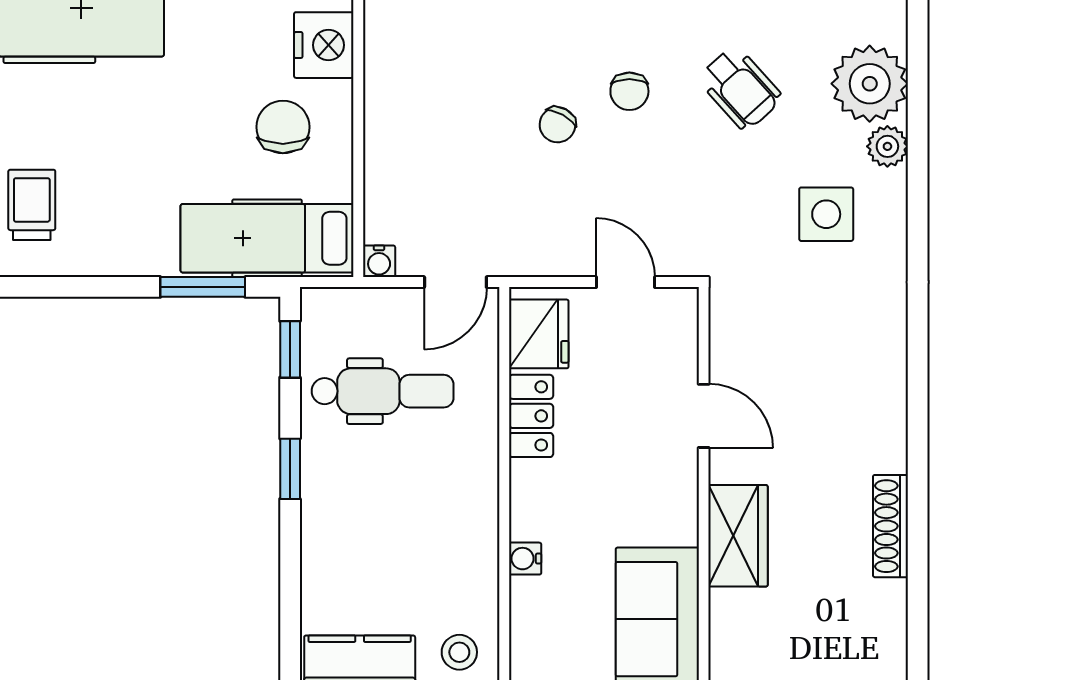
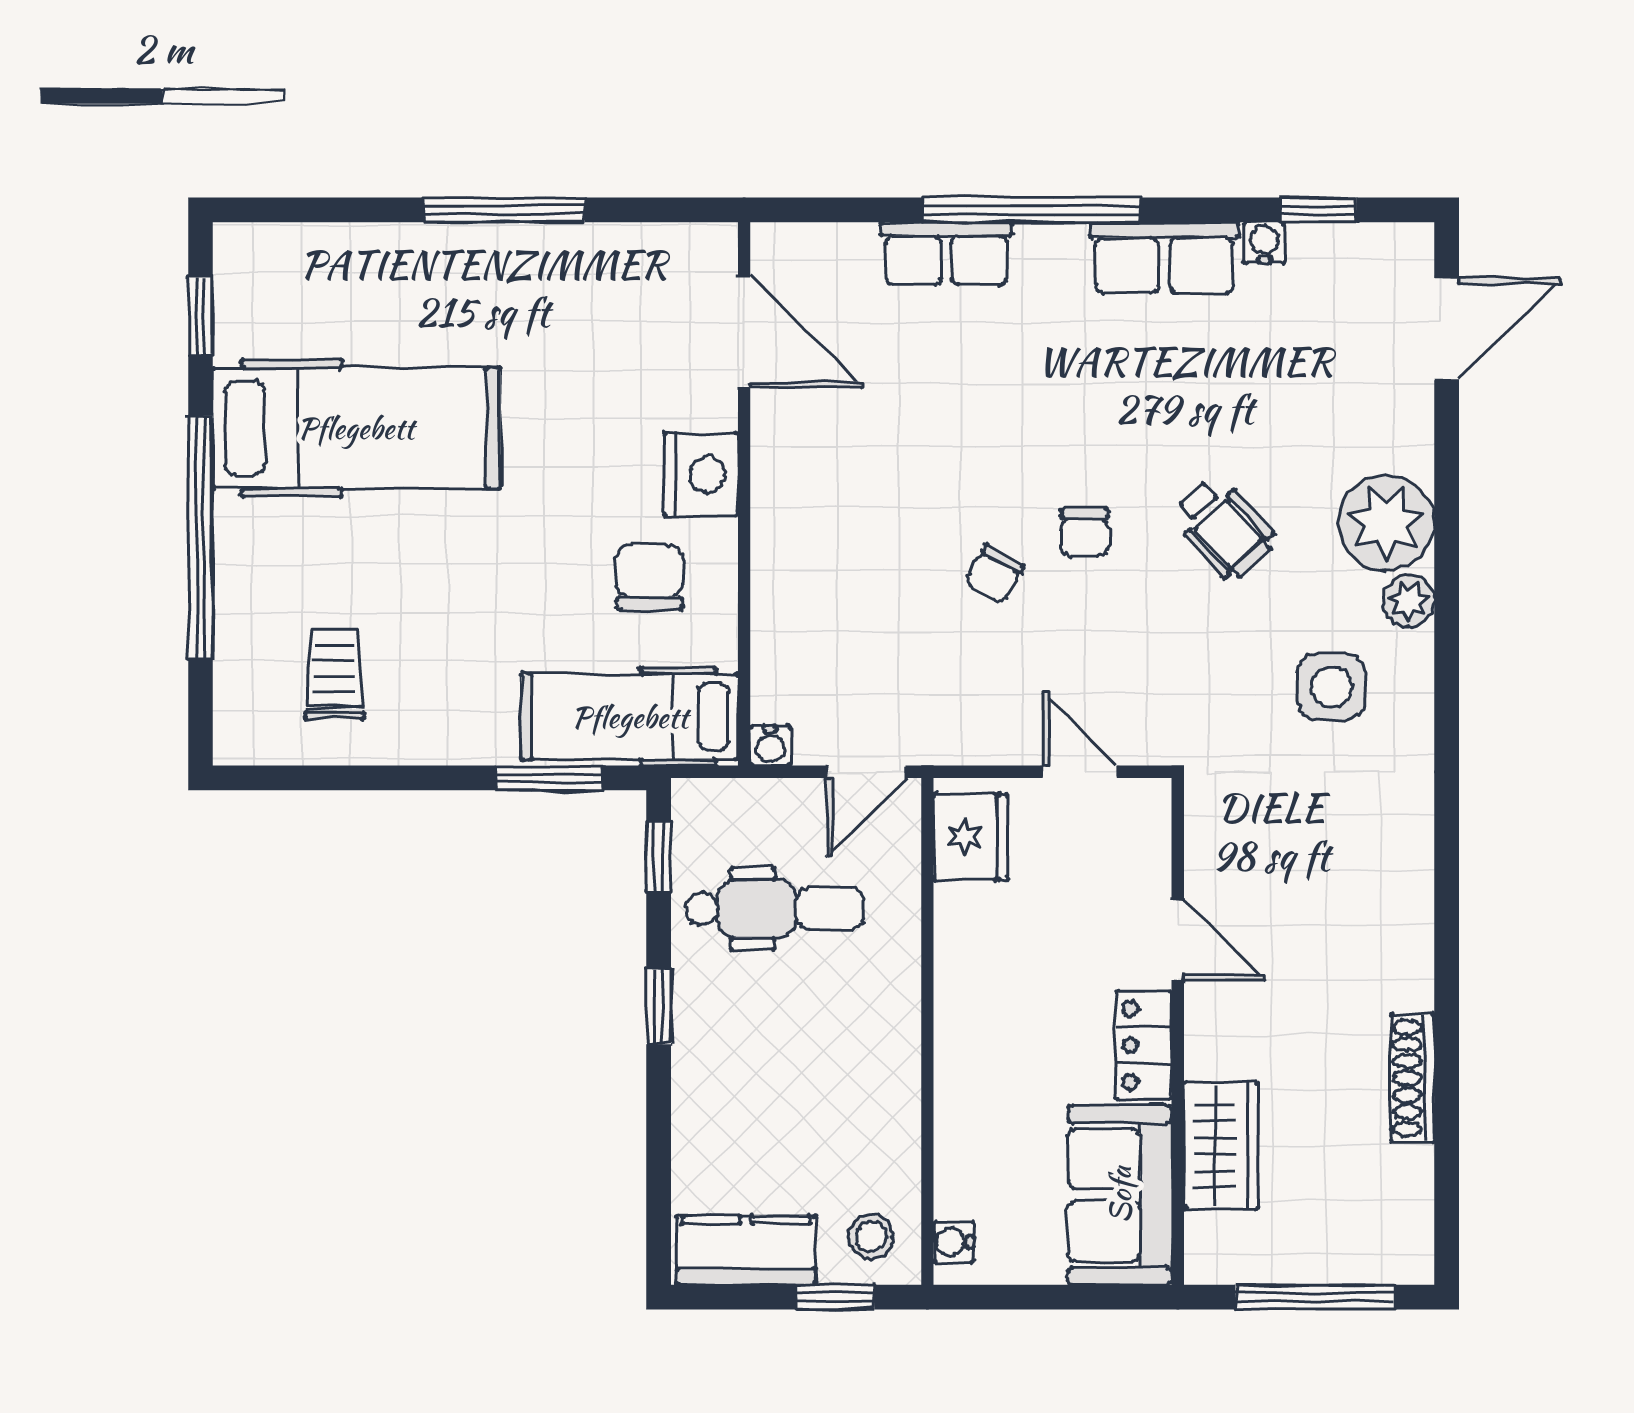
locker: (531, 416) -> (1144, 1045), moved, turned 180
wardrobe: (738, 536) -> (1221, 1146), moved
water cooler: (525, 559) -> (954, 1242), moved

